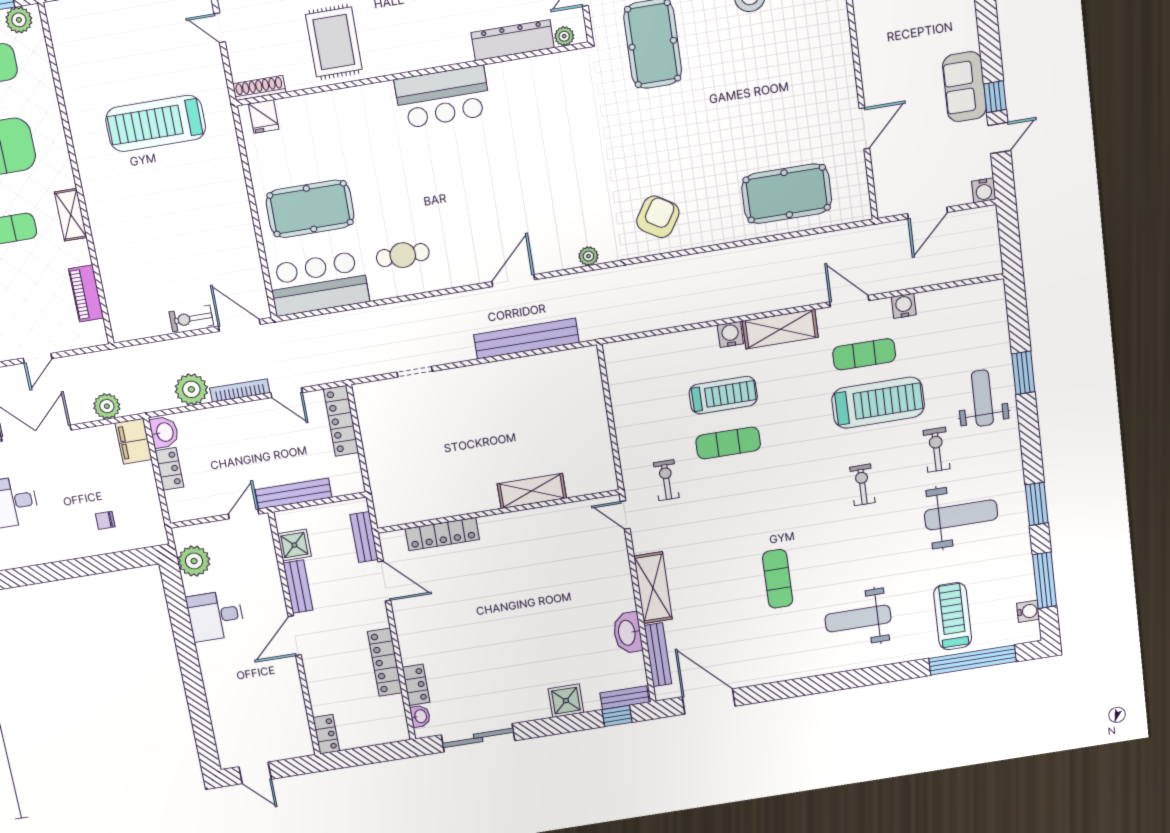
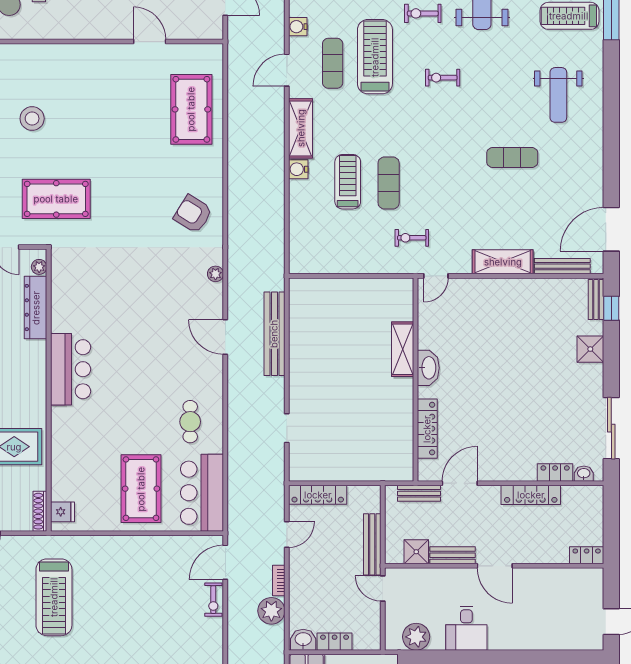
bookcase: (240, 390) -> (279, 581), width x0.64
washbasin: (628, 633) -> (428, 368), moved, turned -90

